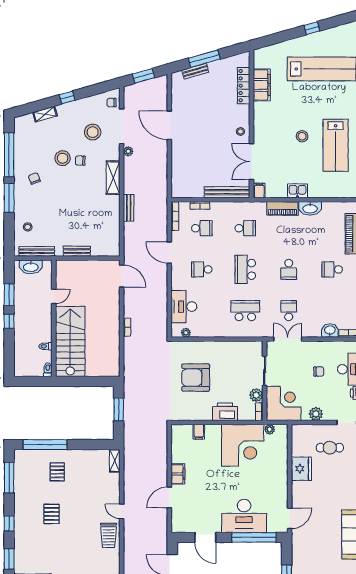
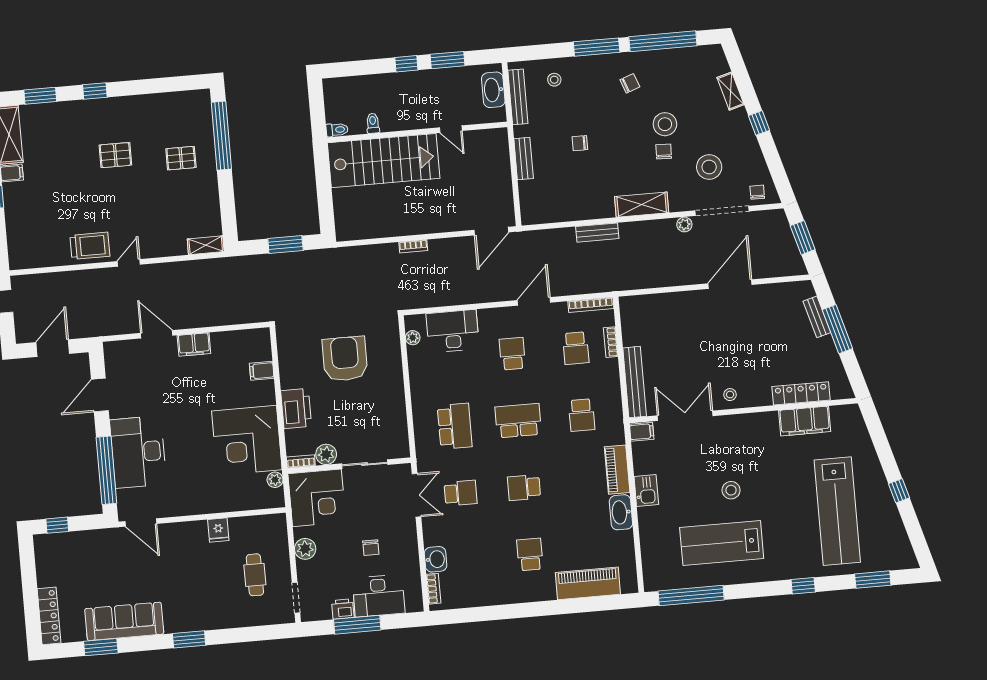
chair: (70, 214) -> (580, 143), added
fridge: (301, 469) -> (218, 530), width x0.53, depth x0.75
window: (9, 478) -> (166, 85), removed
trolley: (109, 535) -> (90, 246), turned 180

